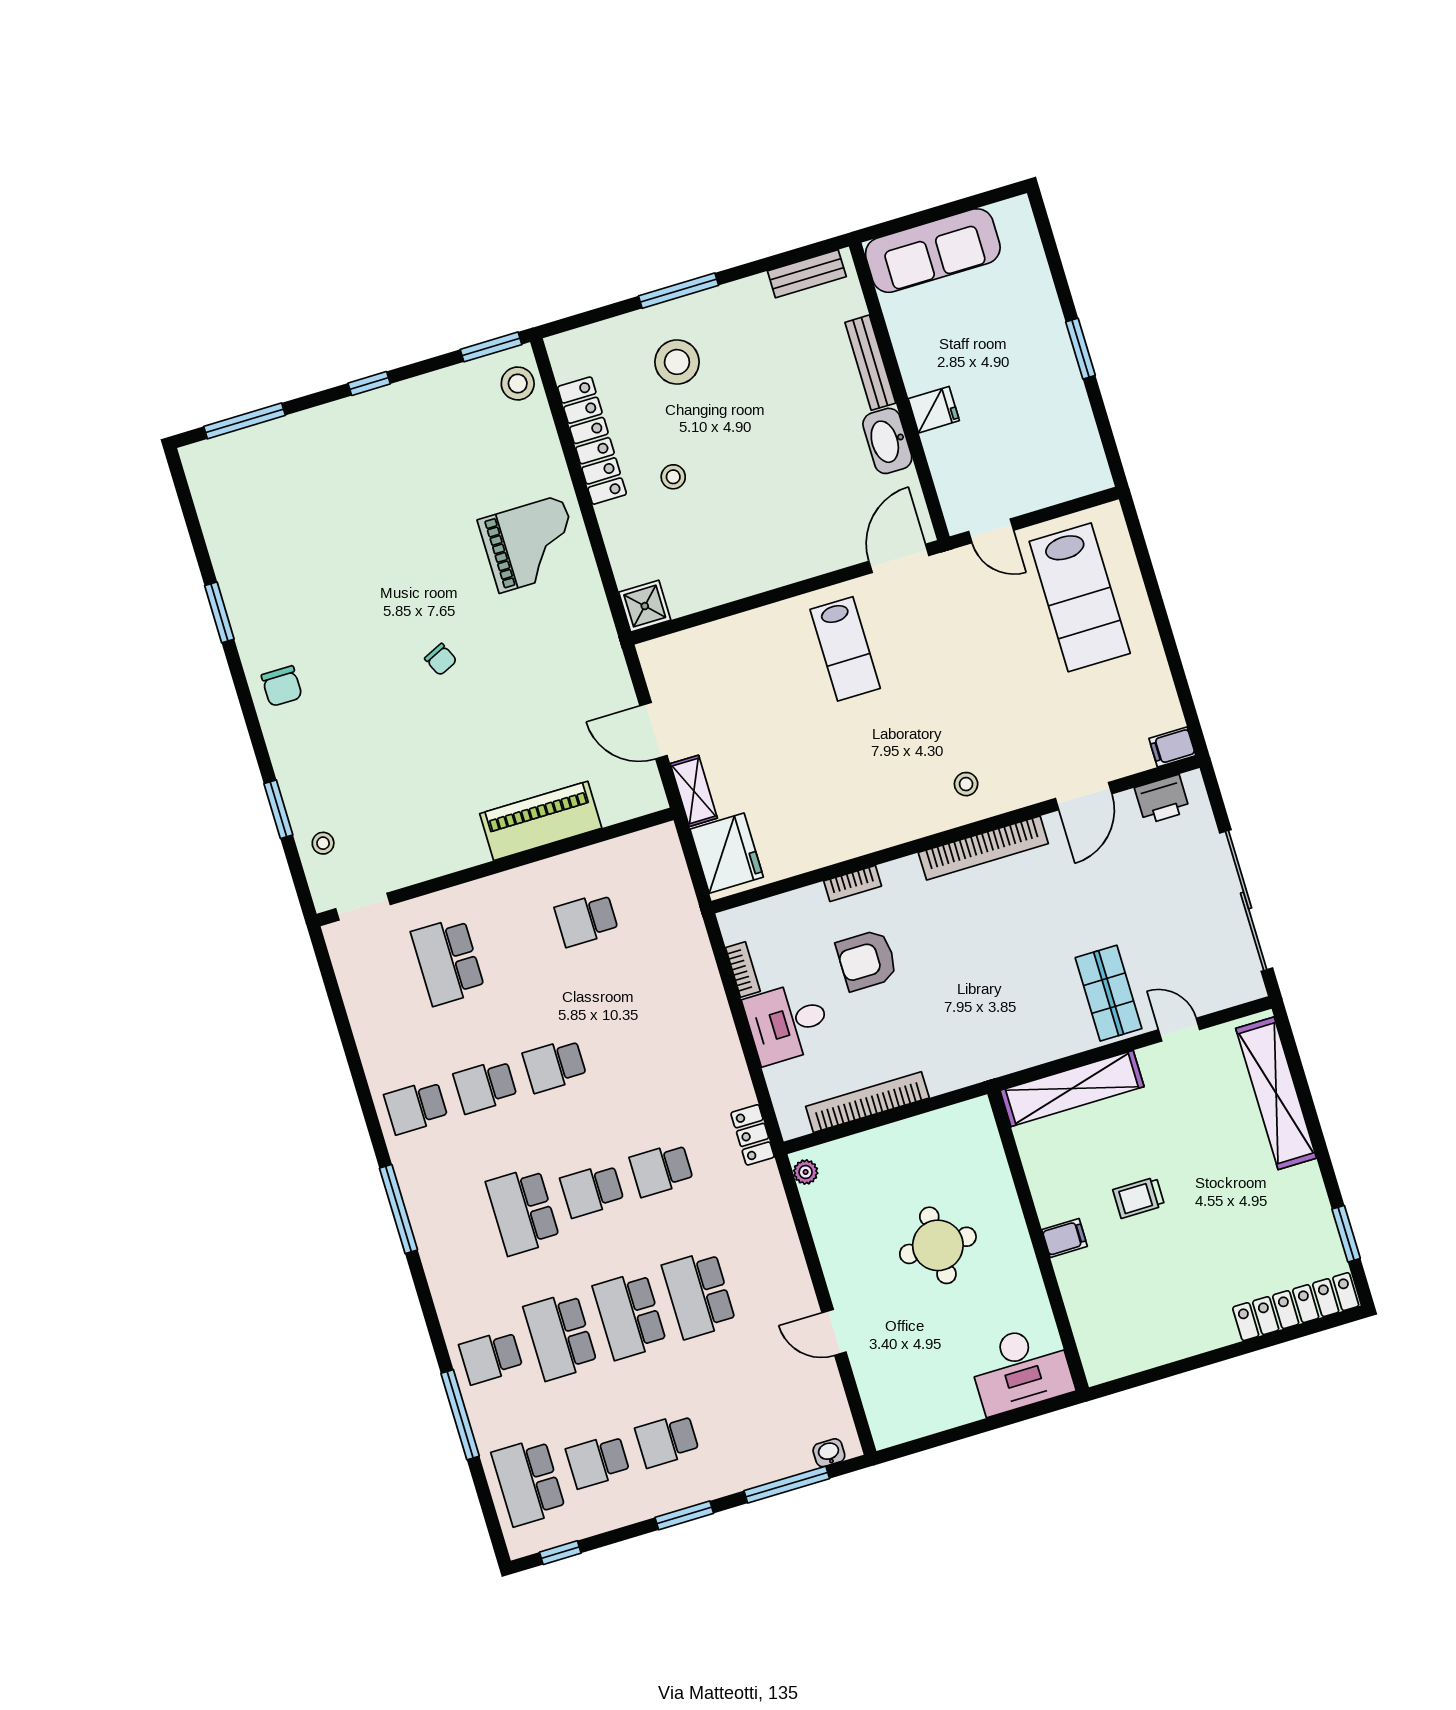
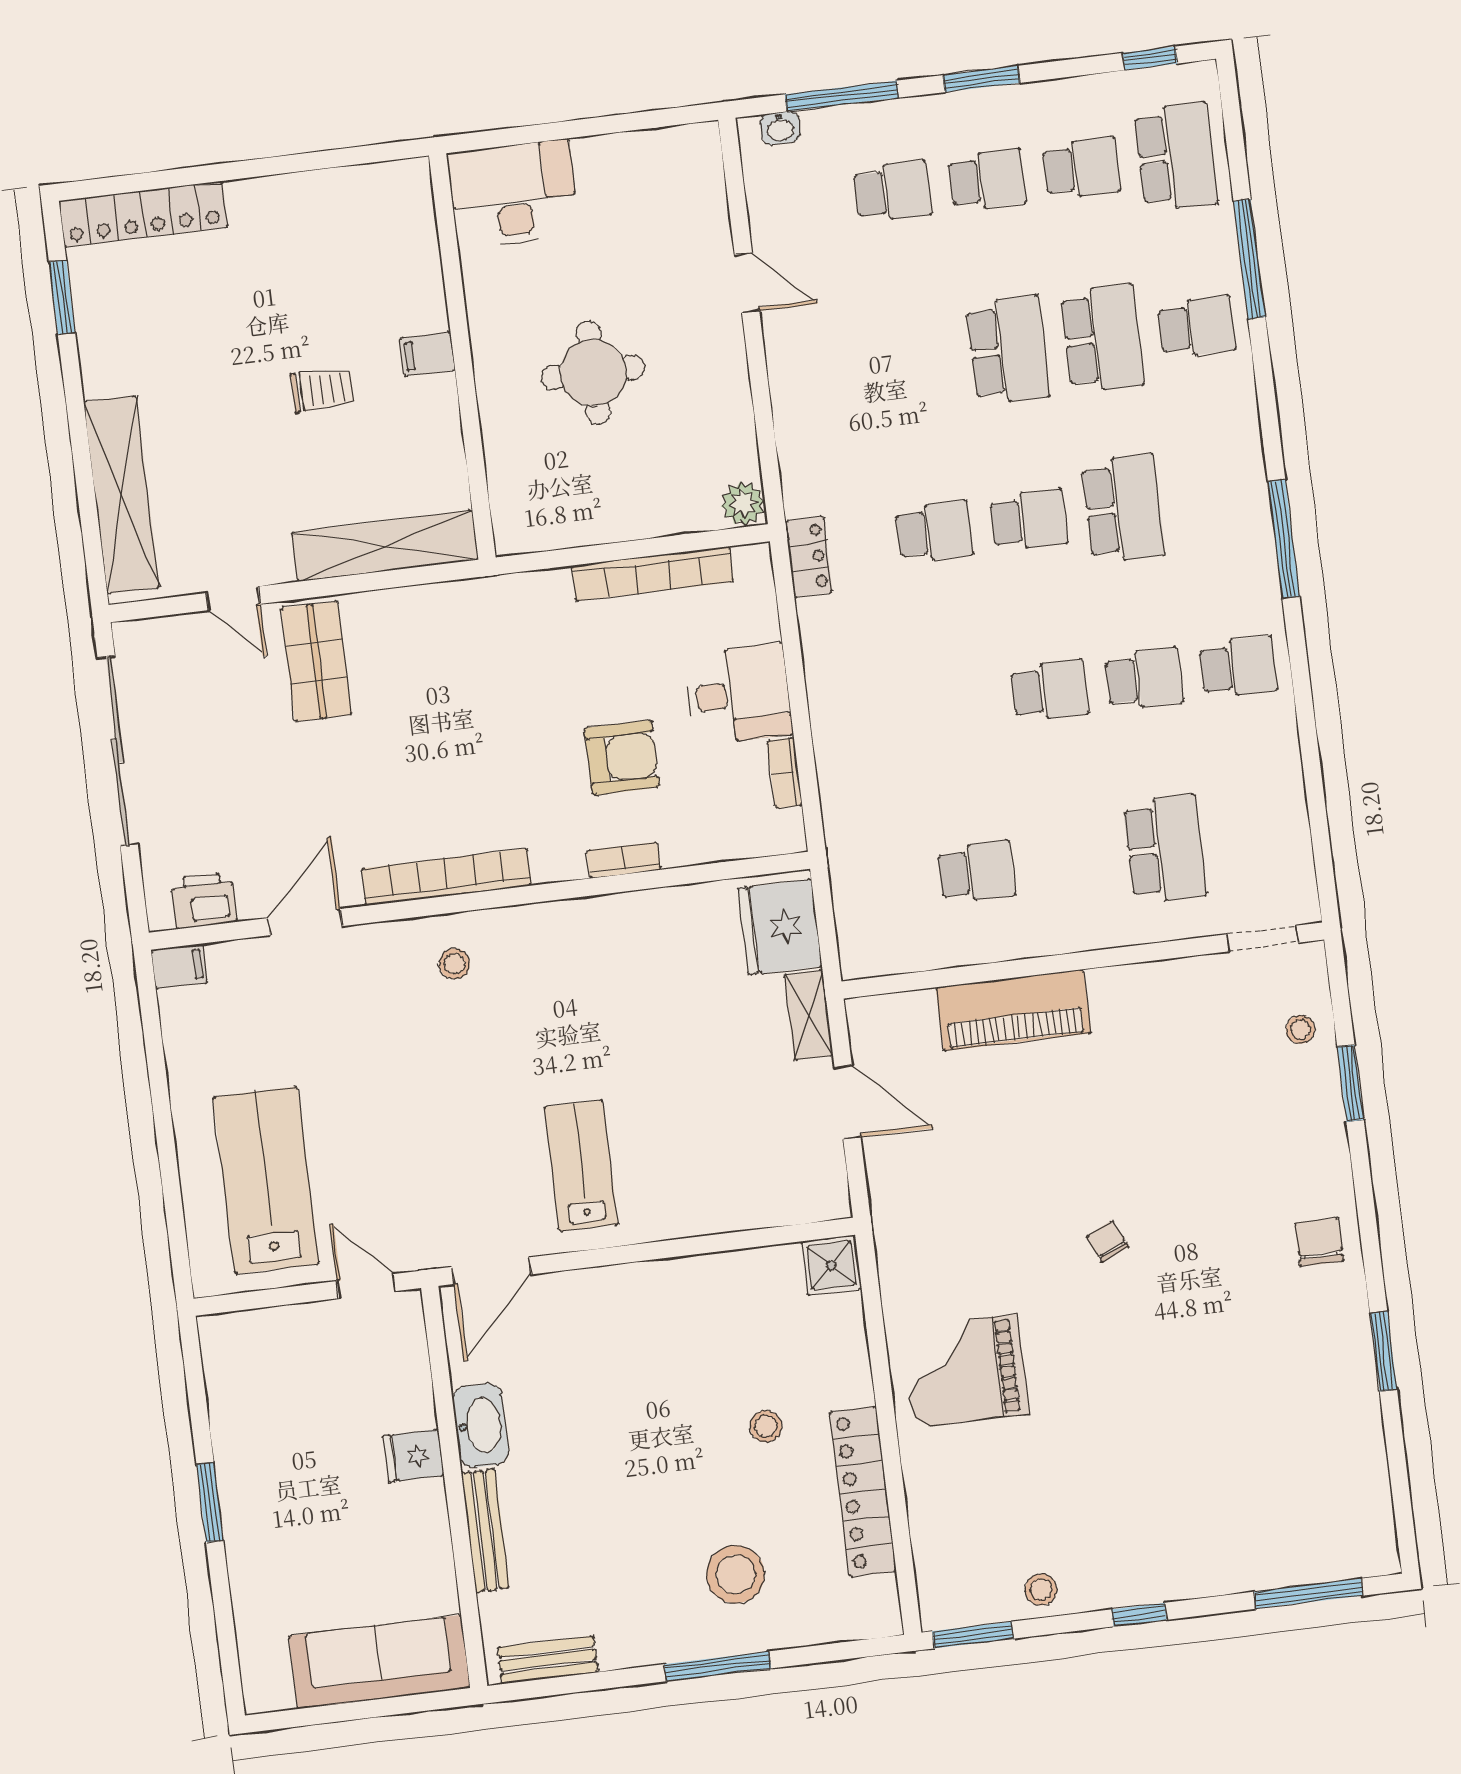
stool: (518, 383) -> (1041, 1590), moved, width x0.73, depth x0.73
plant: (806, 1172) -> (743, 504), width x1.38, depth x1.38
school desk: (699, 1295) -> (893, 191), moved, width x0.54

